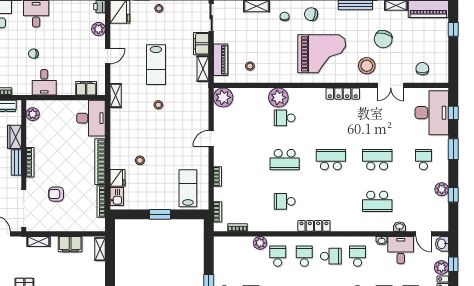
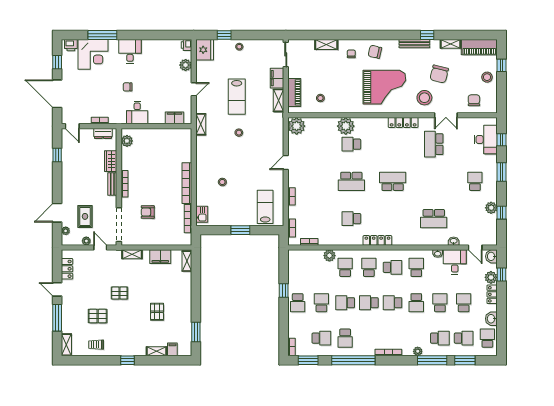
stool: (437, 43) -> (487, 77), added
desk: (432, 113) -> (486, 140), width x0.73, depth x0.77
desk: (91, 118) -> (179, 144), removed
school desk: (377, 160) -> (434, 144), moved, turned -90
fridge: (117, 178) -> (202, 198), removed

